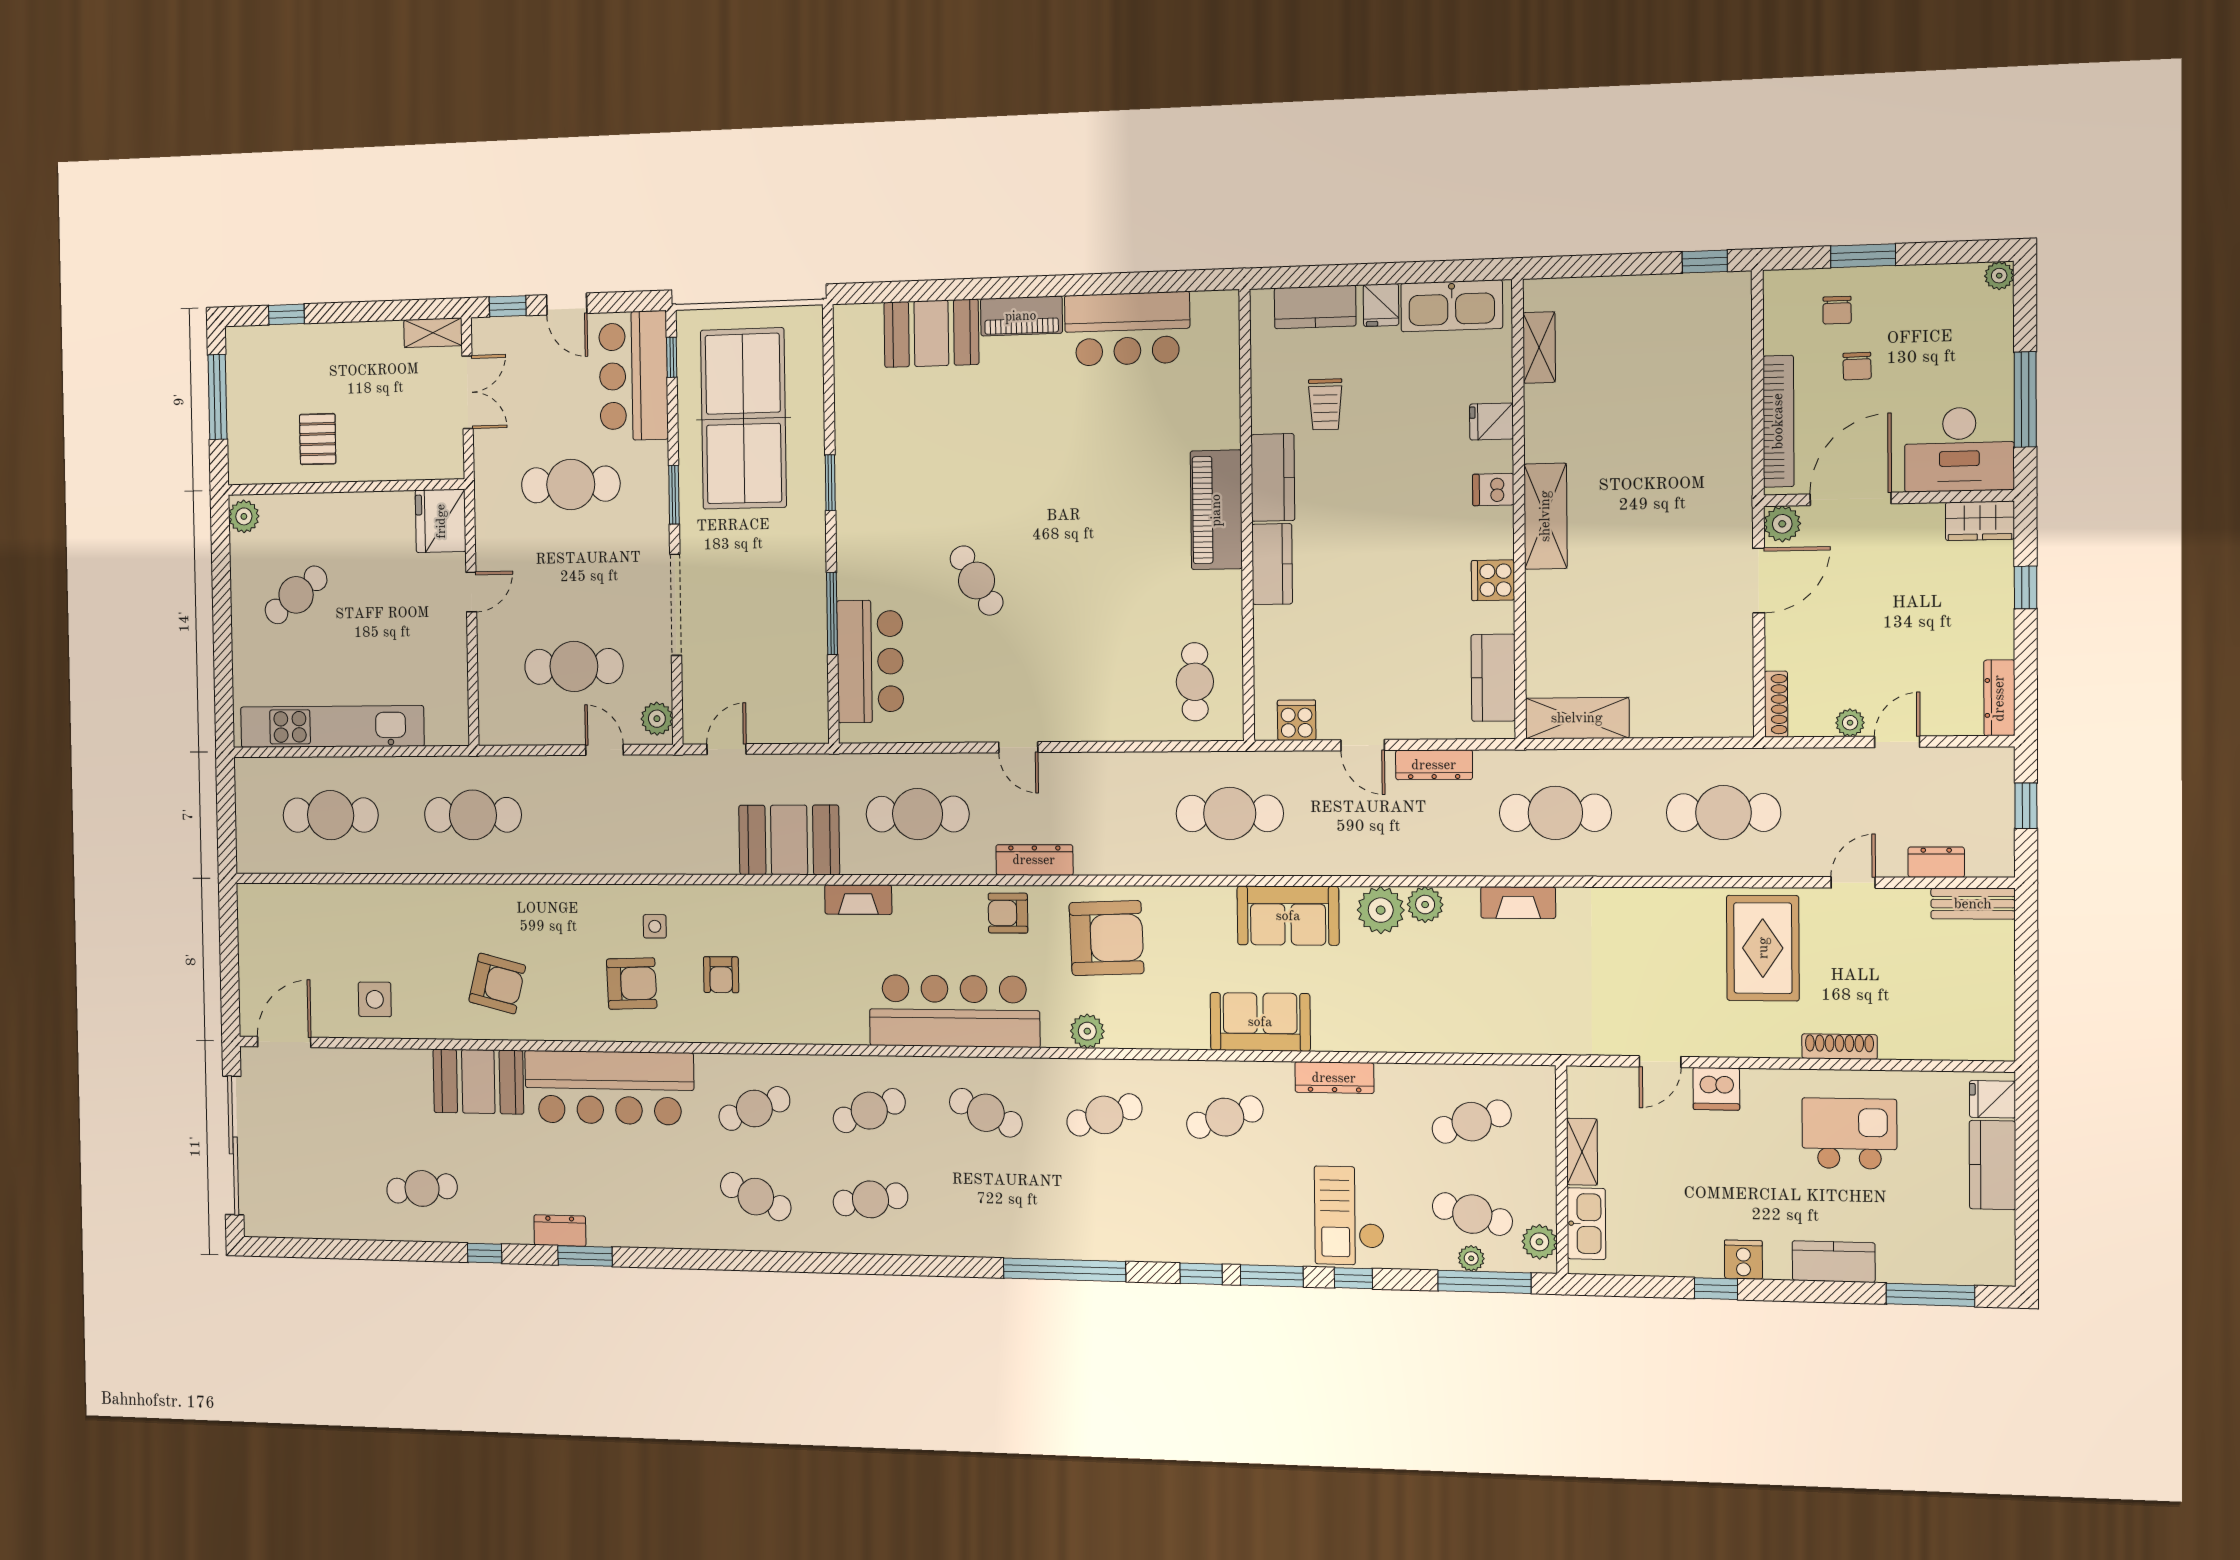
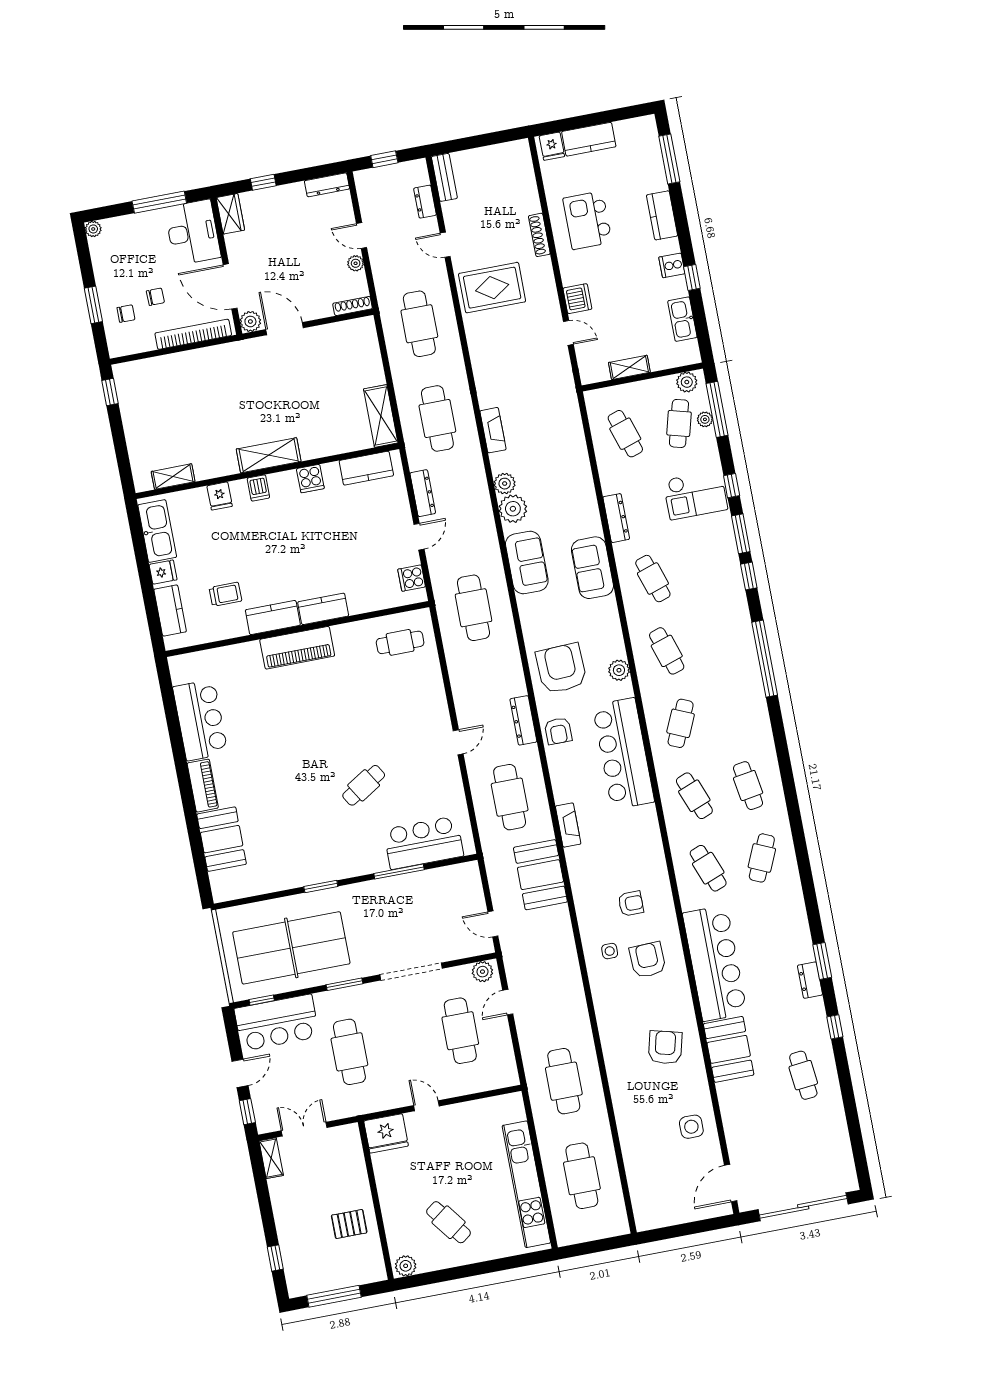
door: (284, 1042) -> (731, 1183), hinge flipped
kitchen sink: (1586, 1224) -> (682, 319), moved, turned -90

